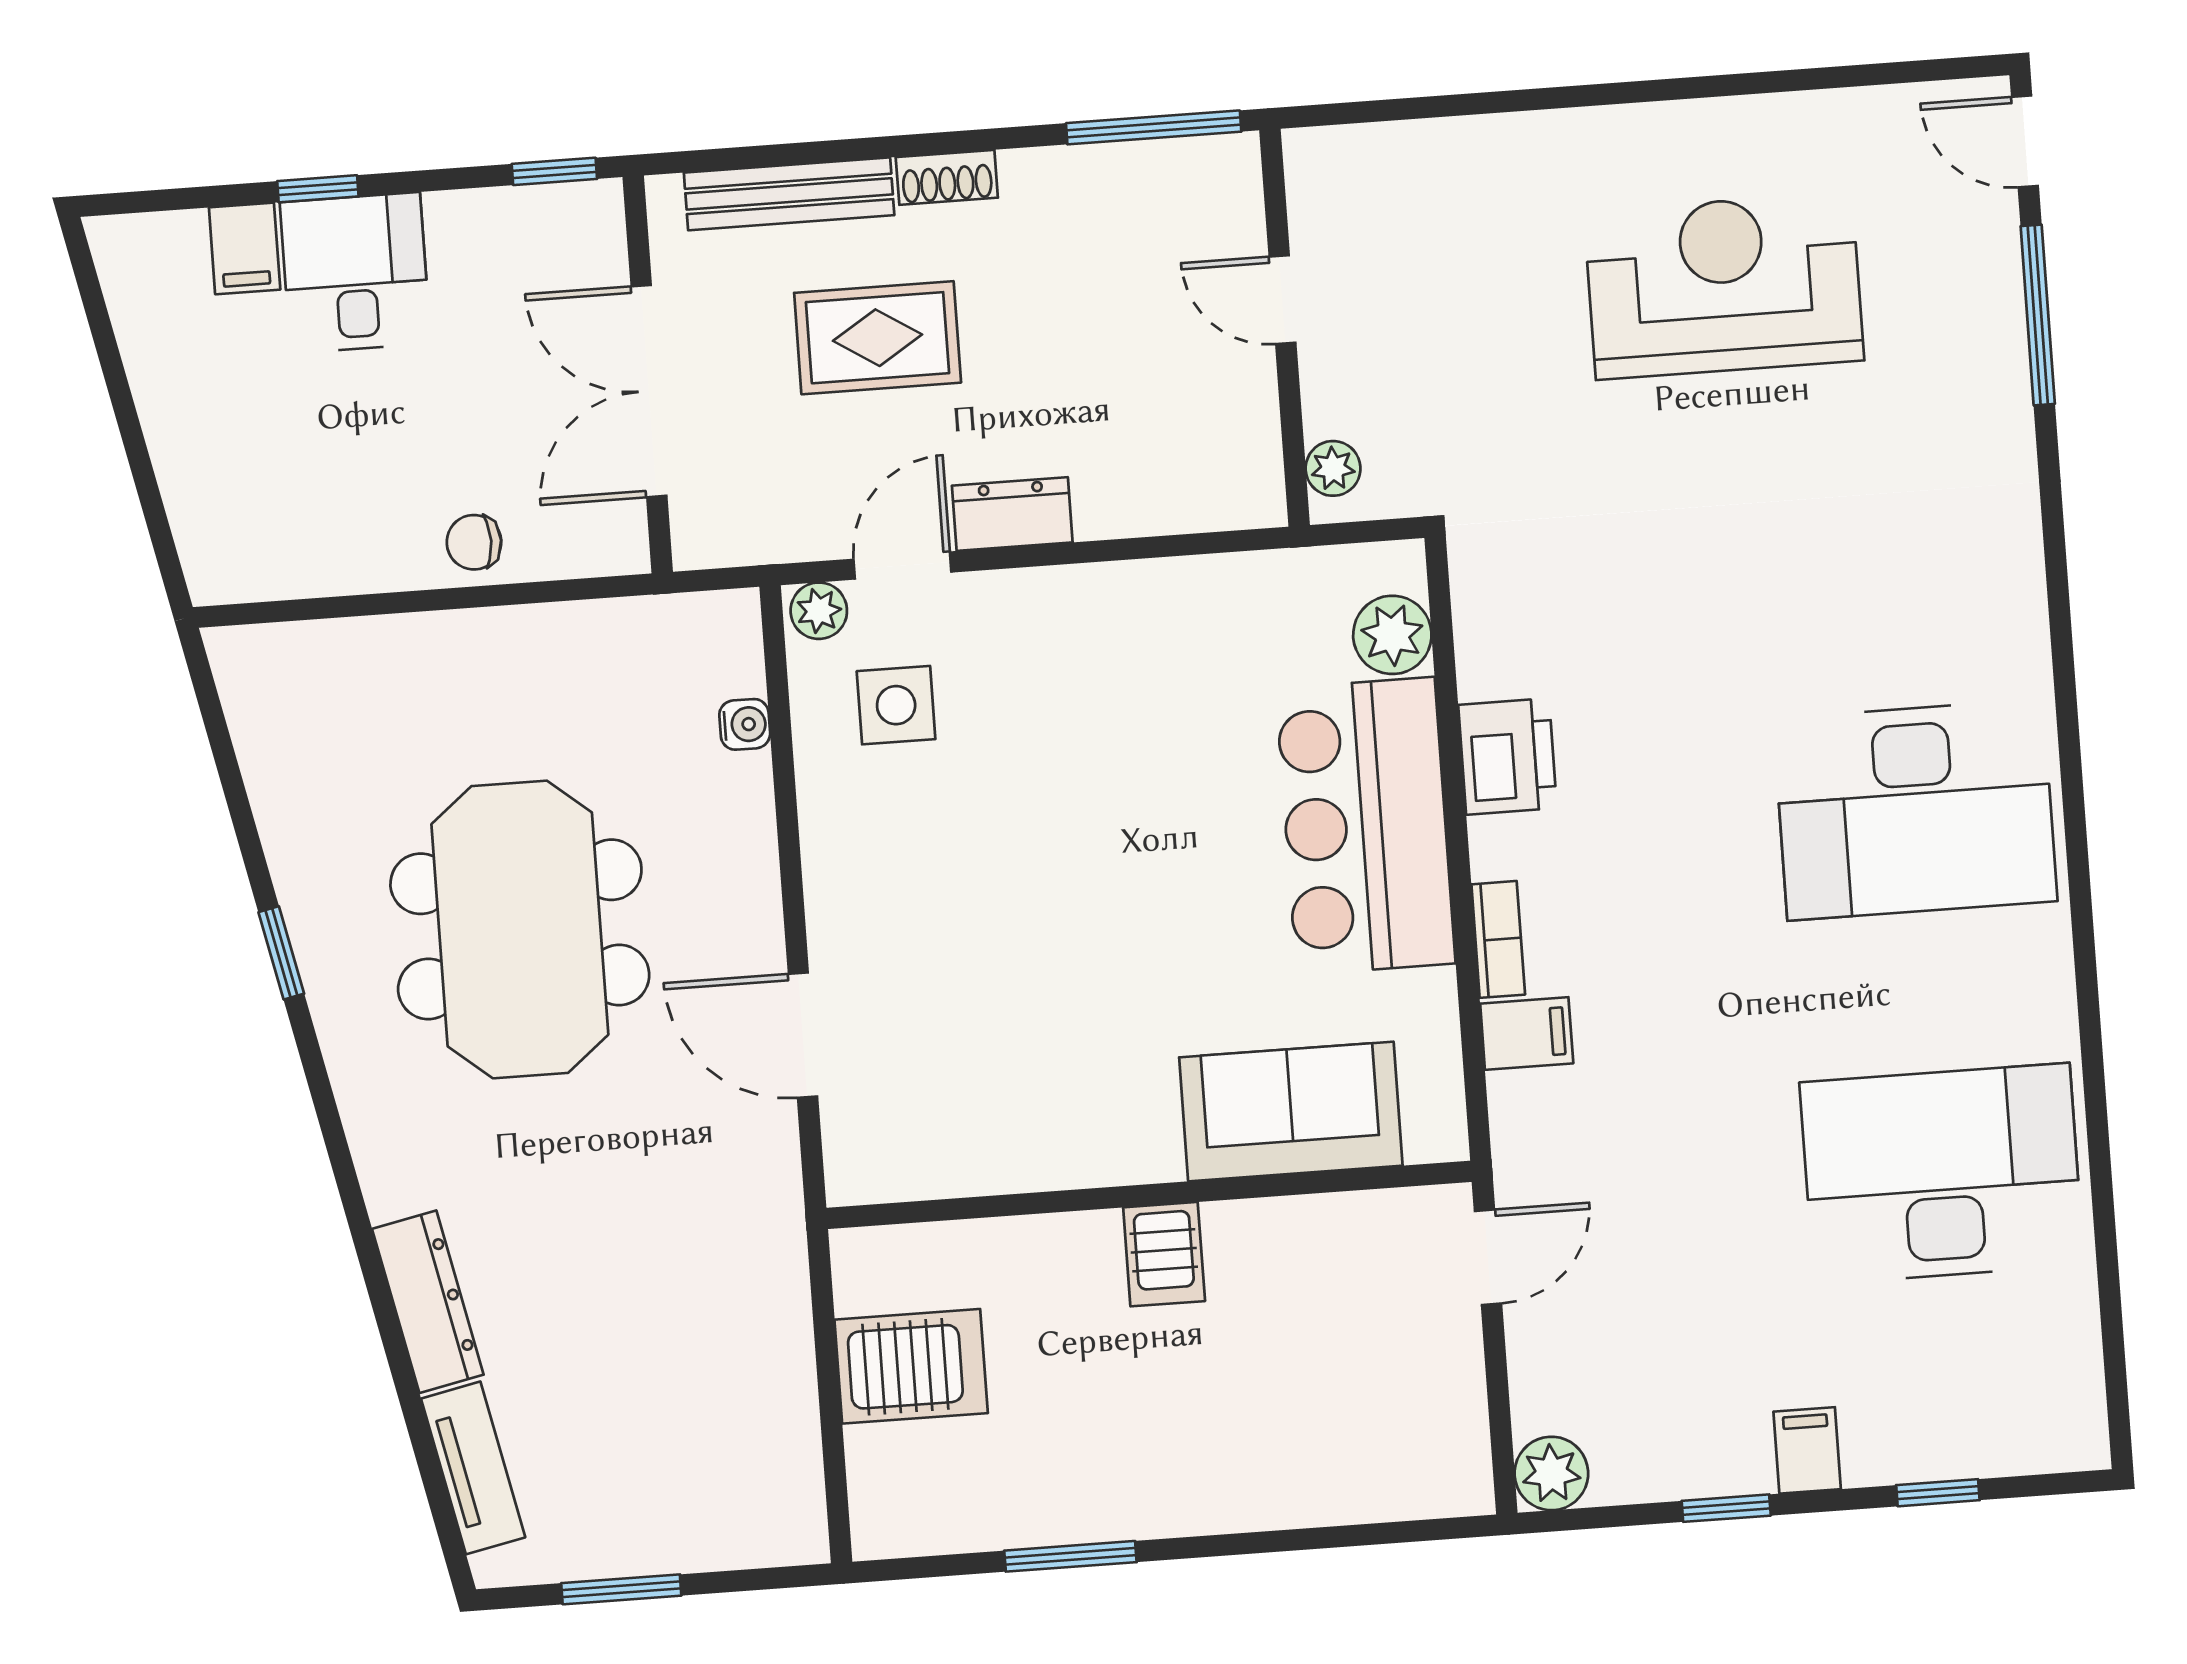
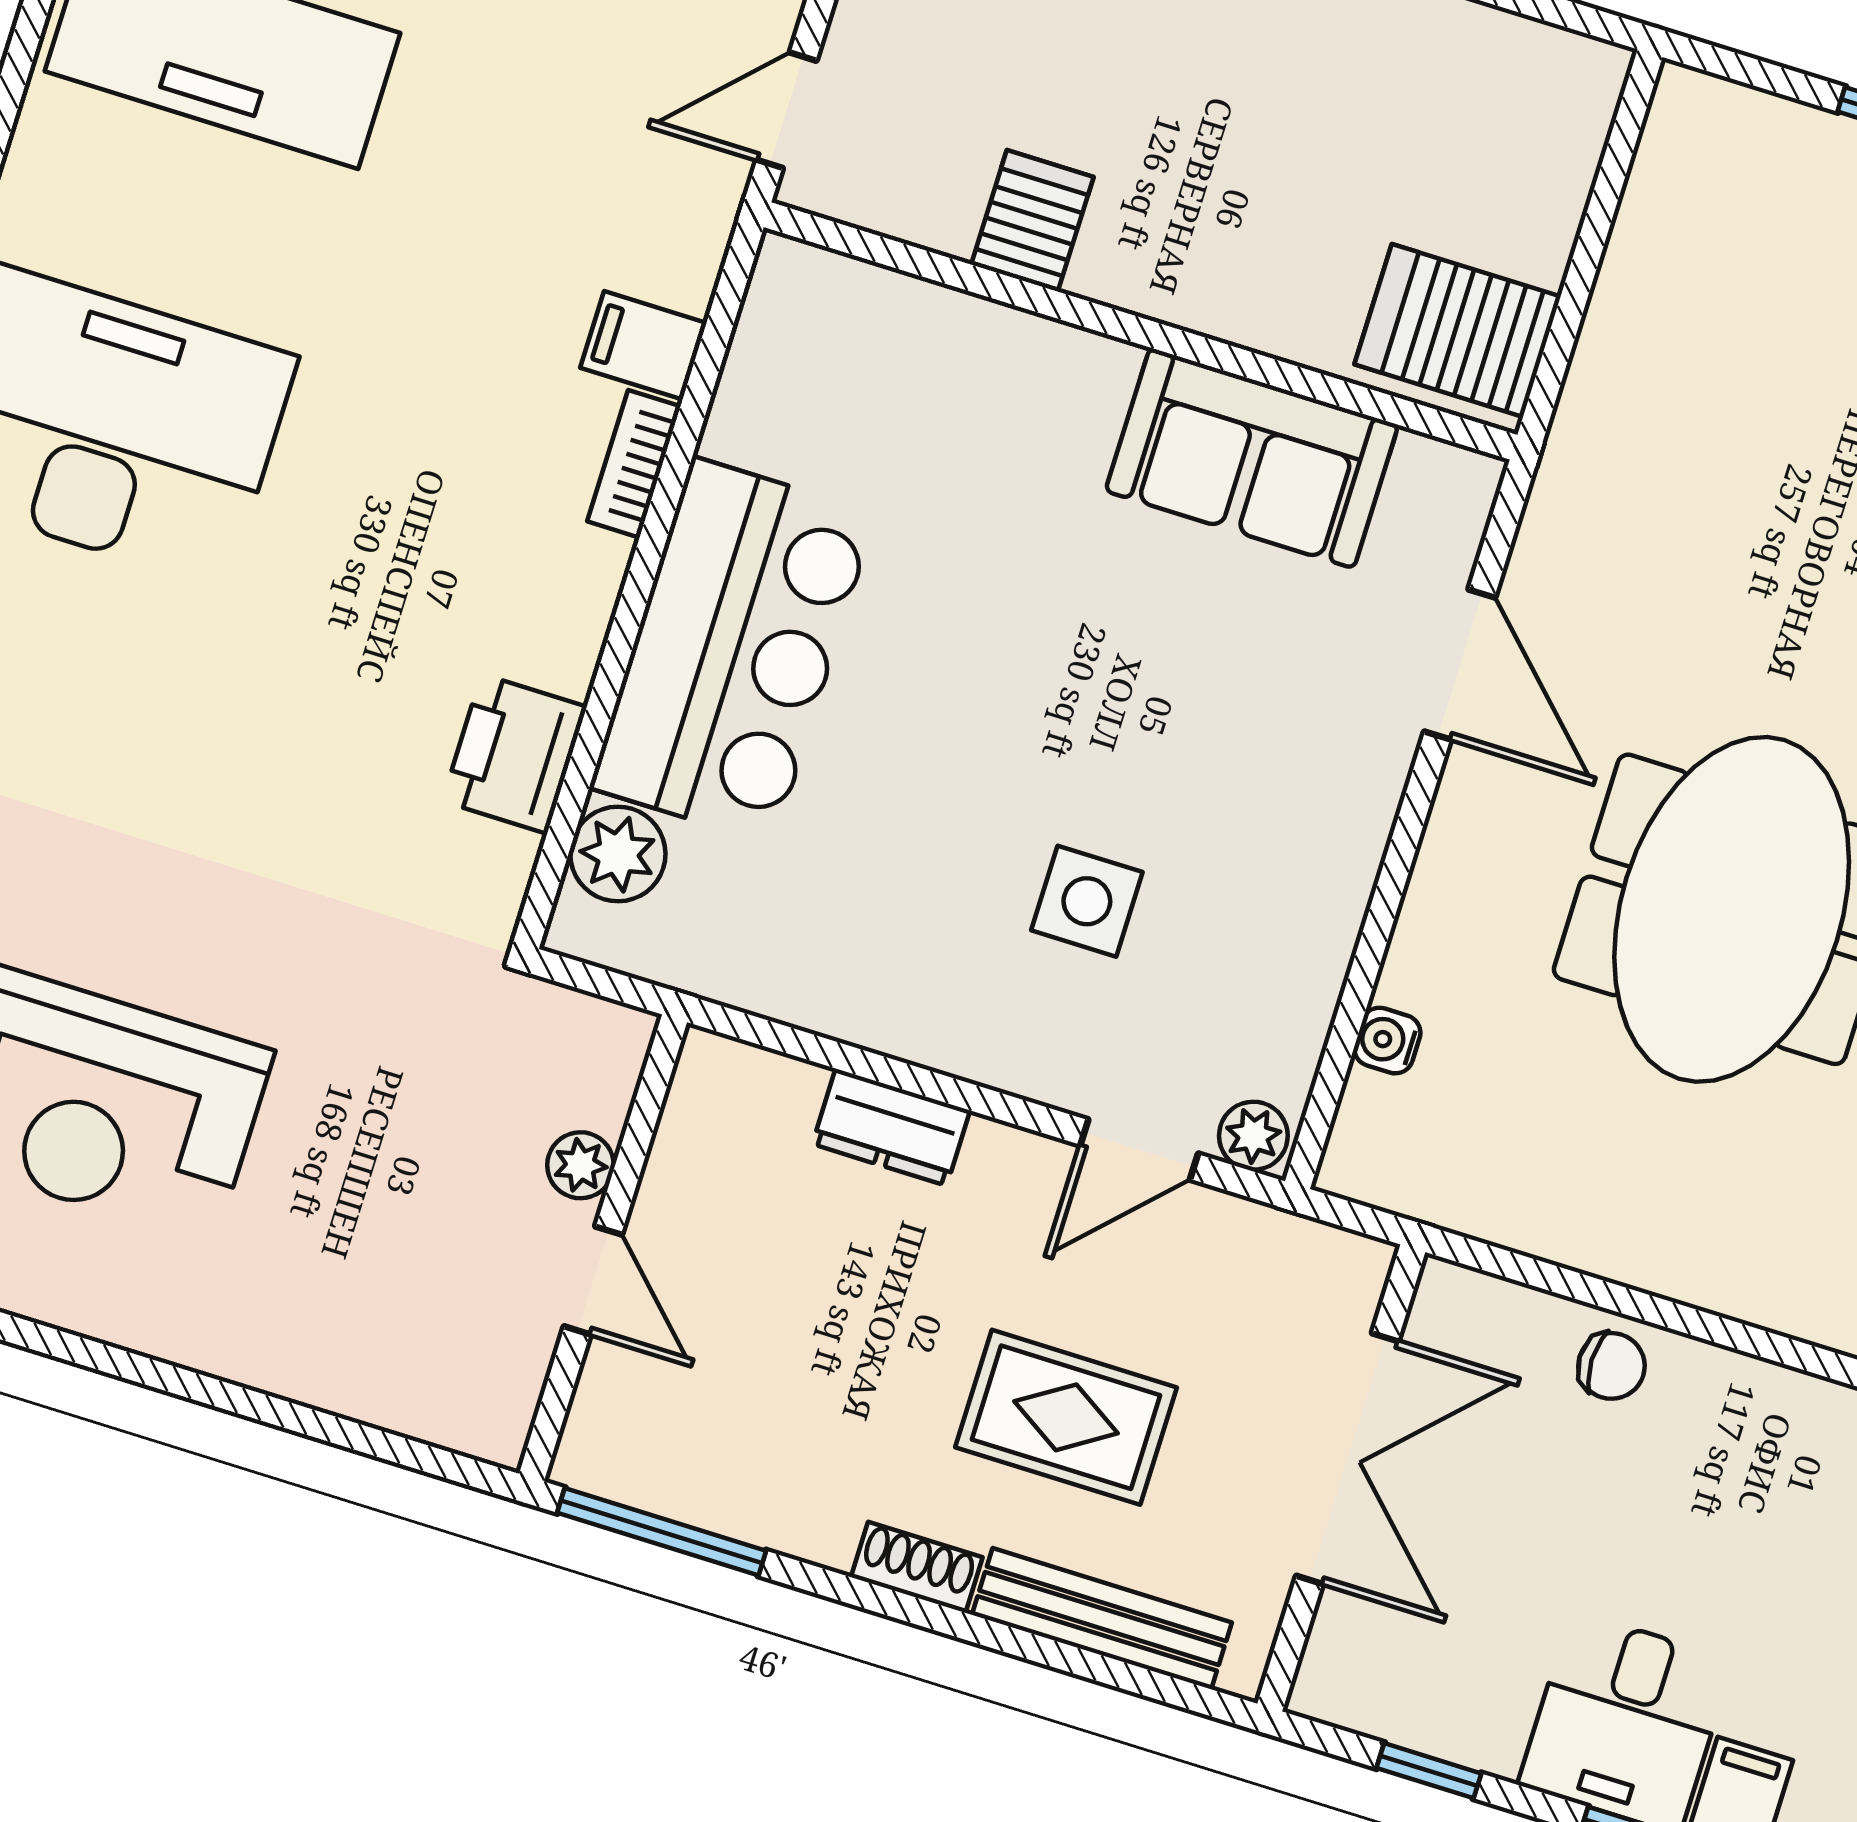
window: (554, 171) -> (1429, 1771), moved
plant: (1333, 468) -> (581, 1165), moved
dresser: (1012, 514) -> (891, 1127), moved
side table: (896, 705) -> (1087, 901), moved
printer: (1508, 756) -> (515, 754), moved
sofa: (1291, 1111) -> (1252, 458), moved
server rack: (1164, 1254) -> (1032, 221), moved
server rack: (911, 1366) -> (1458, 330), moved

